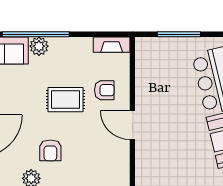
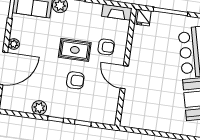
fridge: (146, 47) -> (144, 18), added
armchair: (50, 150) -> (75, 80), moved, turned -90

